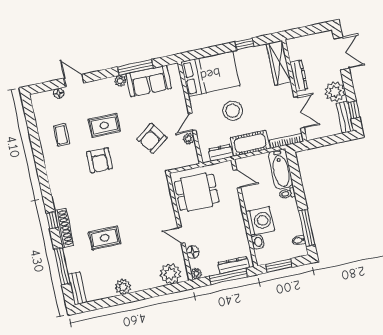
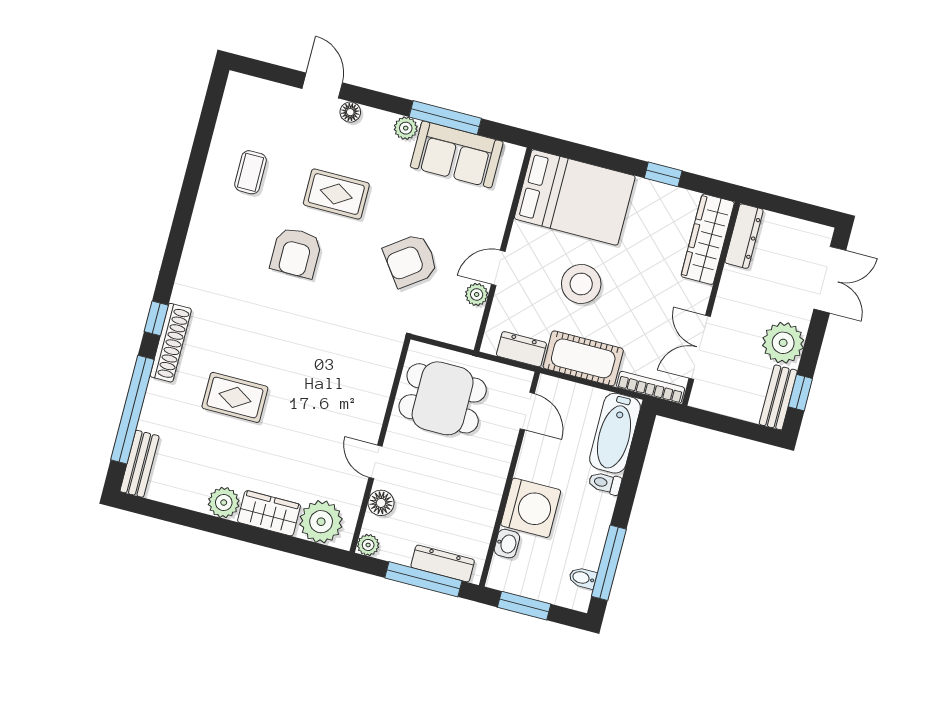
dresser: (299, 76) -> (744, 236), moved
floor lamp: (59, 93) -> (350, 112), moved
double door: (299, 112) -> (700, 347), swing flipped
window: (62, 266) -> (132, 410), width x1.46
wardrobe: (145, 282) -> (269, 513), added

